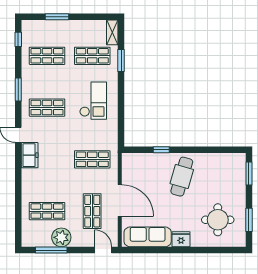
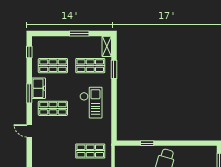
window: (57, 17) -> (79, 33), moved
freezer: (30, 155) -> (39, 88), moved

